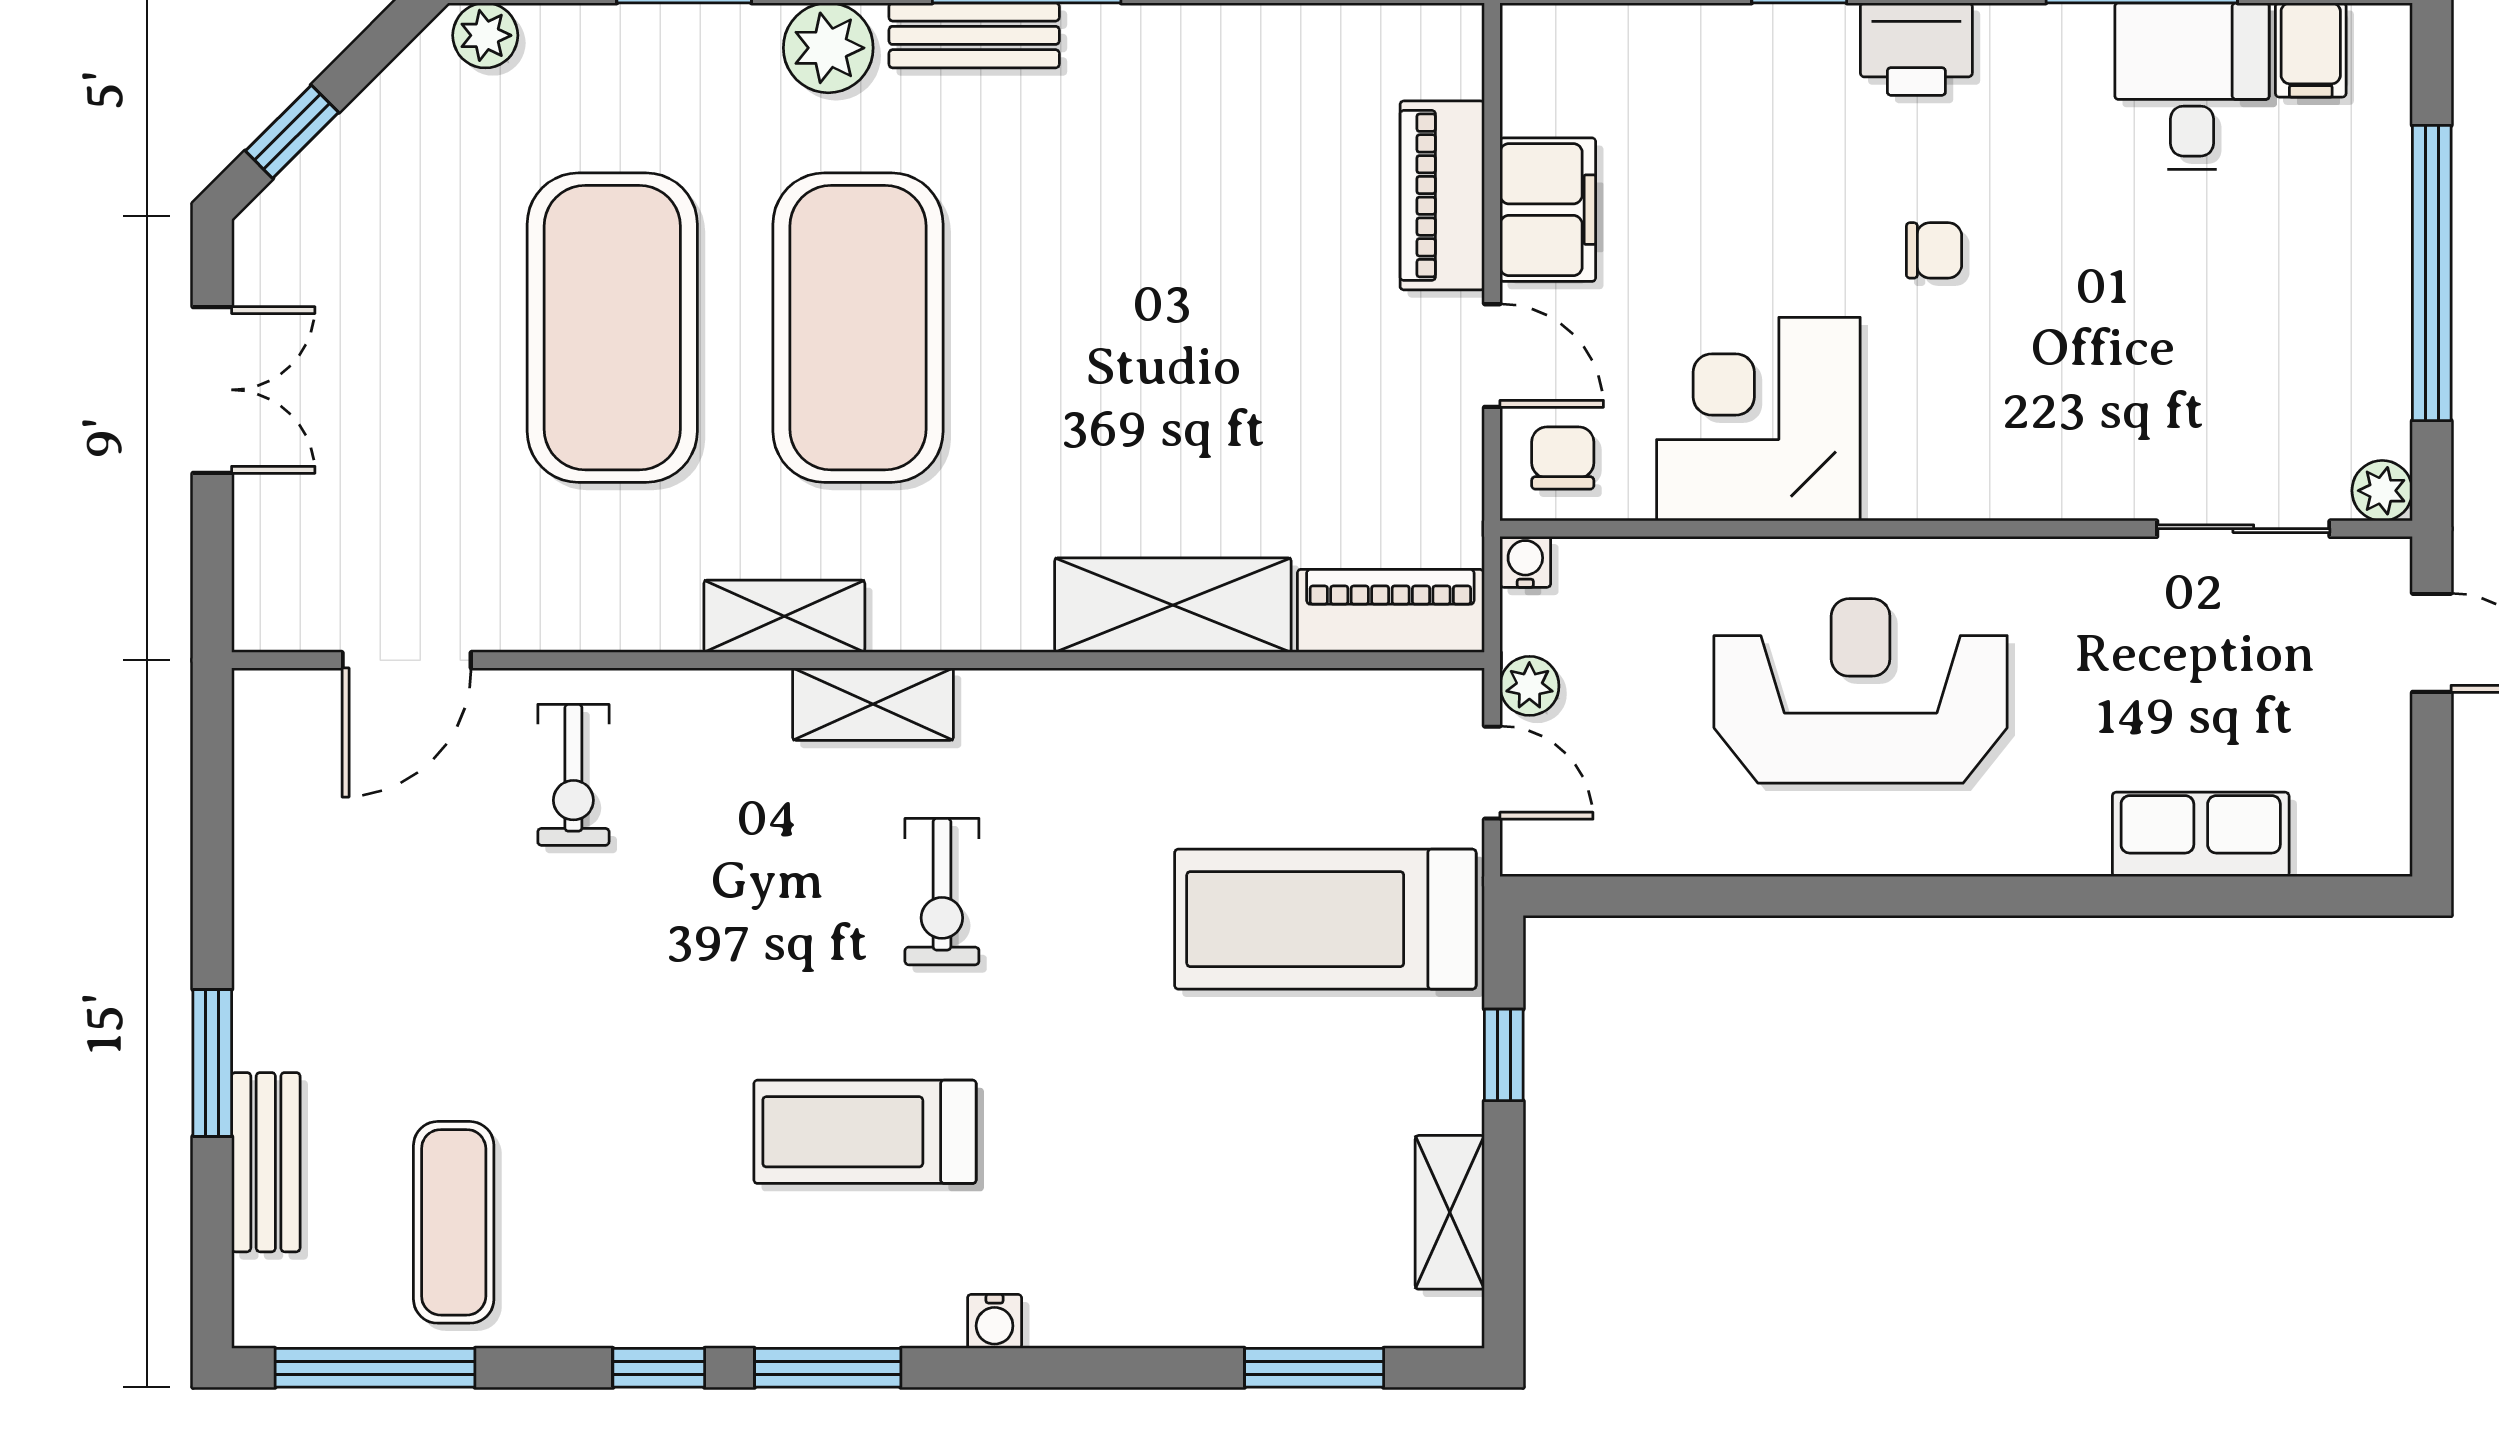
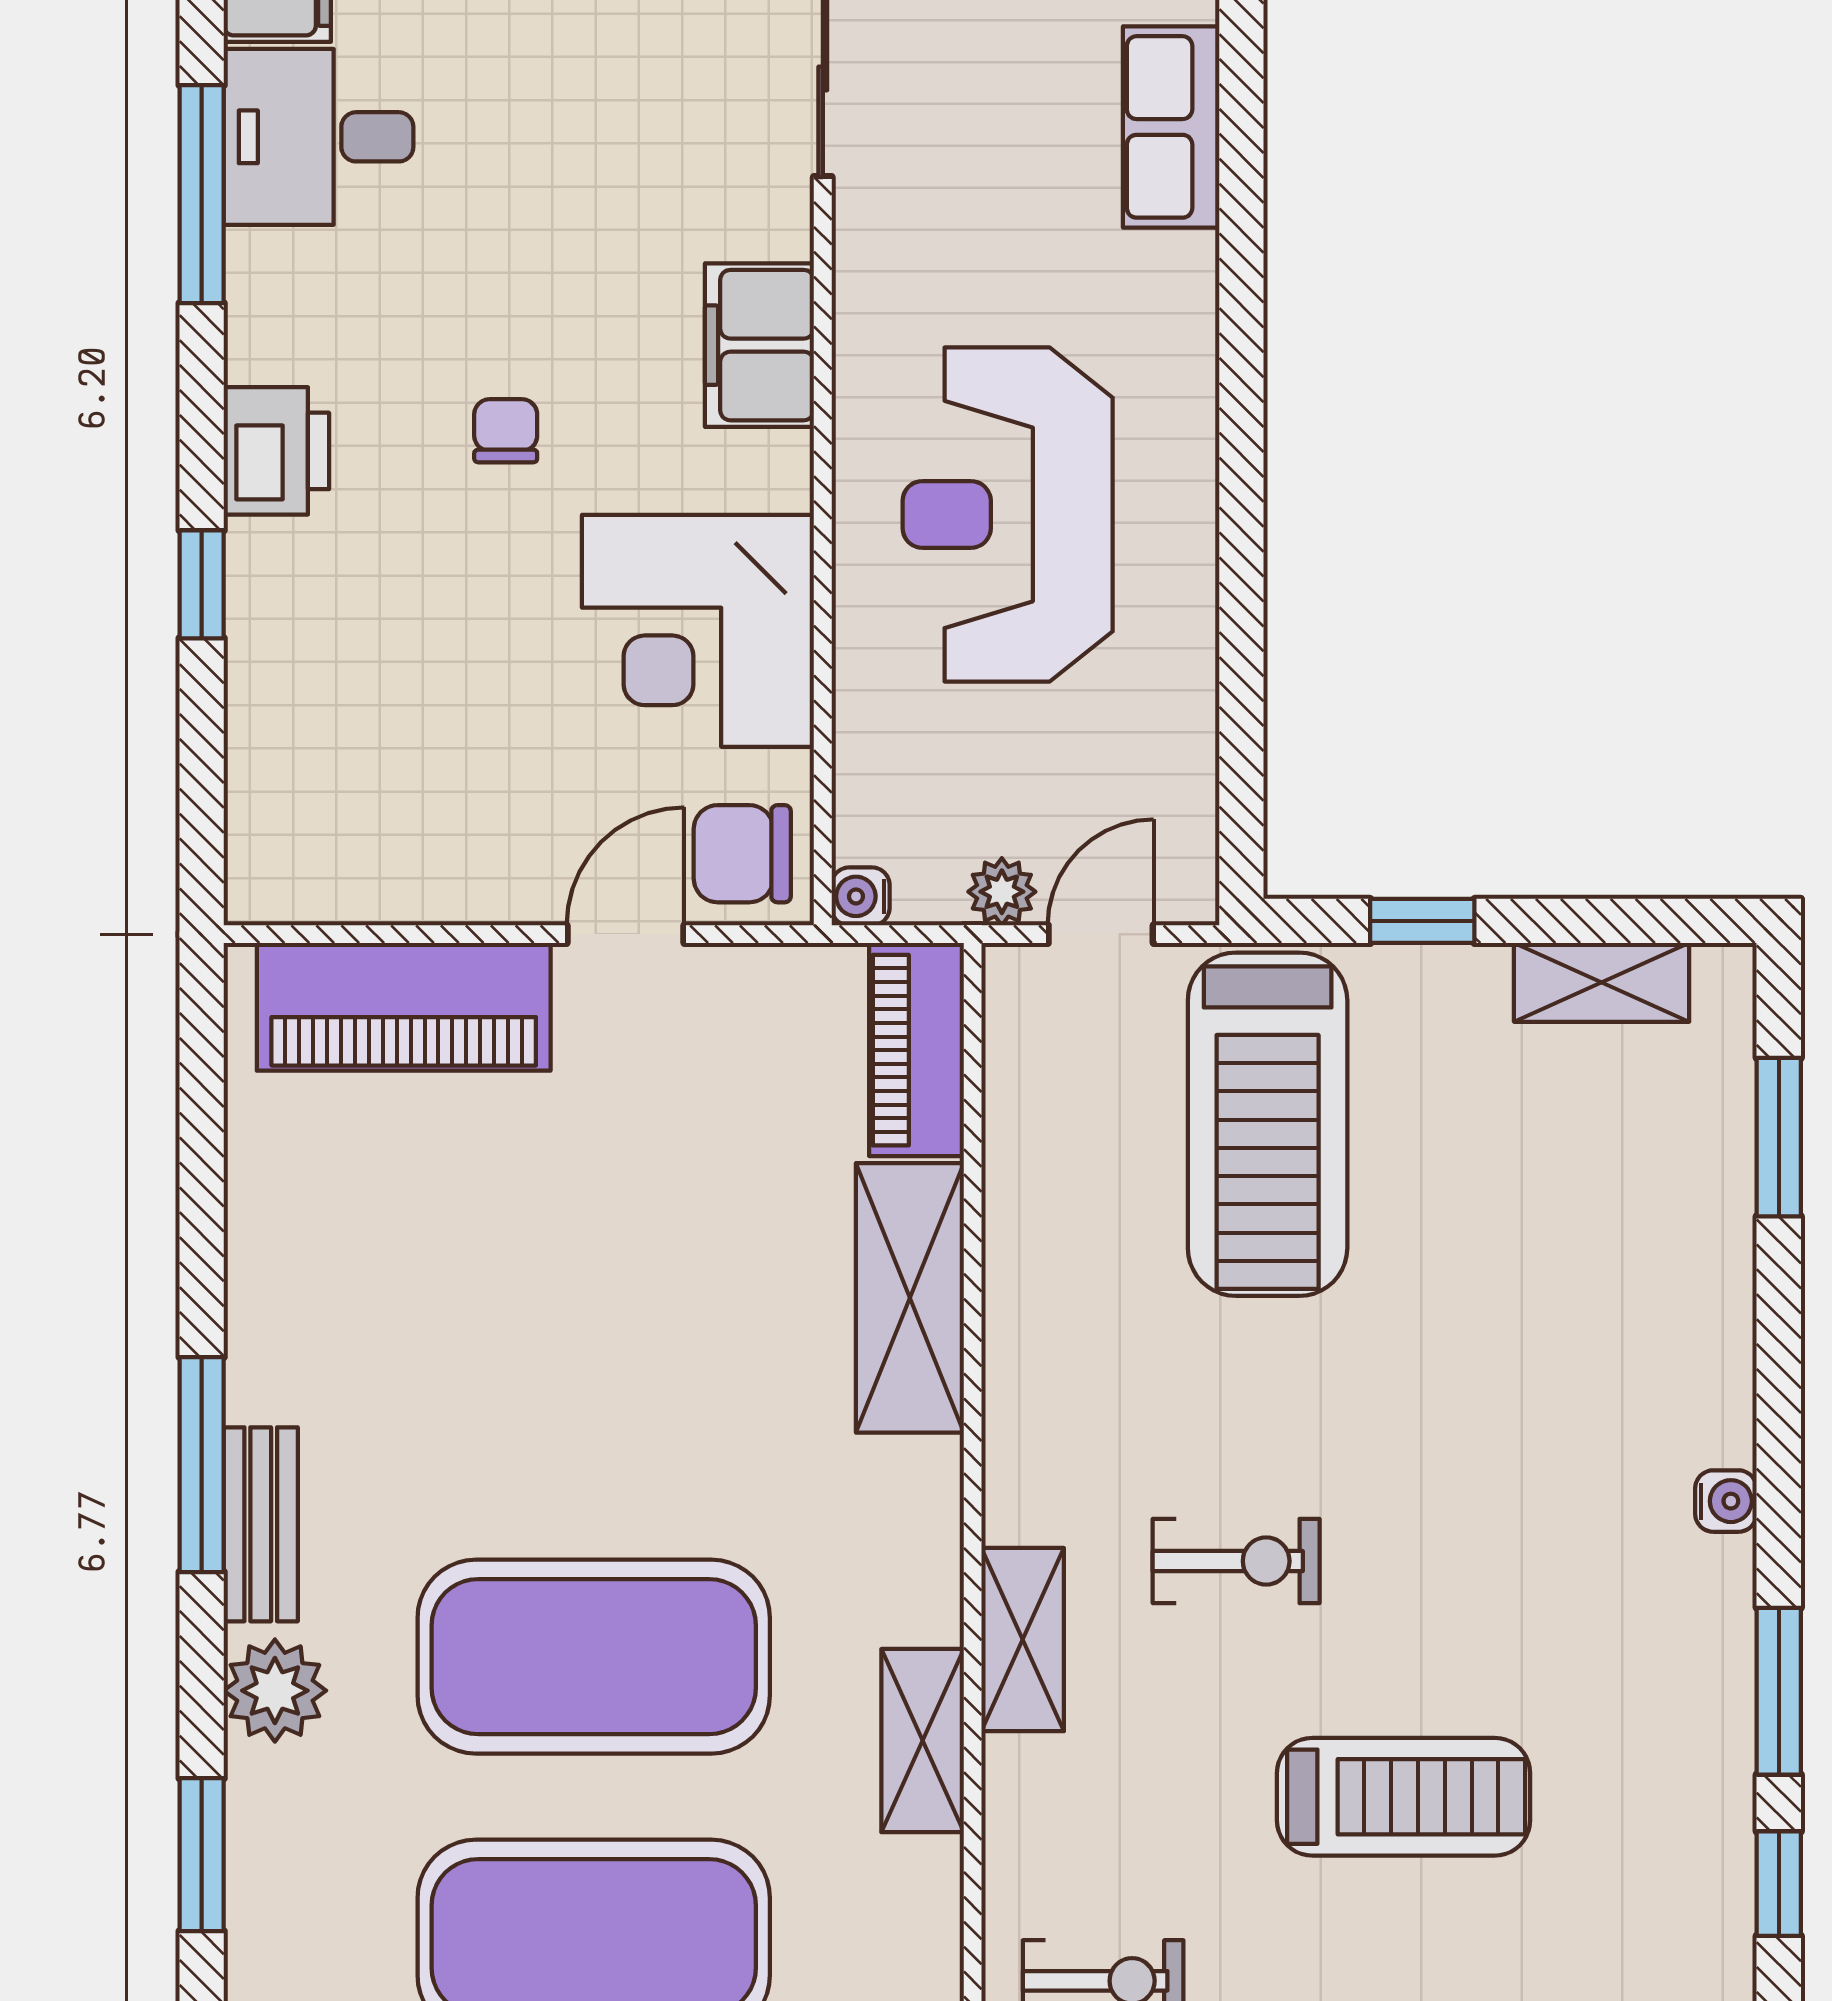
piano: (1442, 195) -> (404, 1007), width x1.37, depth x1.33
filing cabinet: (1548, 210) -> (759, 345), moved, turned -90
chair: (1563, 458) -> (742, 854), width x1.37, depth x1.37
treadmill: (865, 1132) -> (1404, 1797), moved, turned -90

